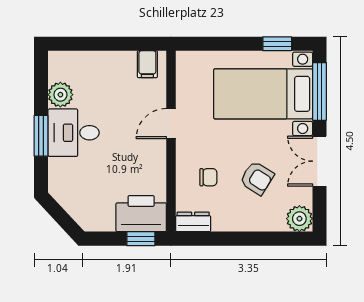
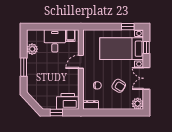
window: (319, 91) -> (146, 48), width x0.46
desk: (74, 133) -> (55, 41), moved, turned 90
window: (141, 239) -> (56, 112), moved

